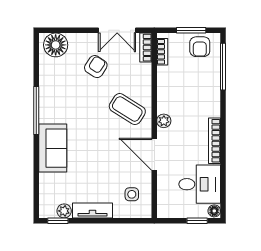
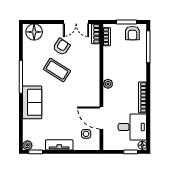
coffee table: (127, 109) -> (57, 70), moved
door: (154, 154) -> (101, 118), moved
plant: (64, 211) -> (27, 145), moved

